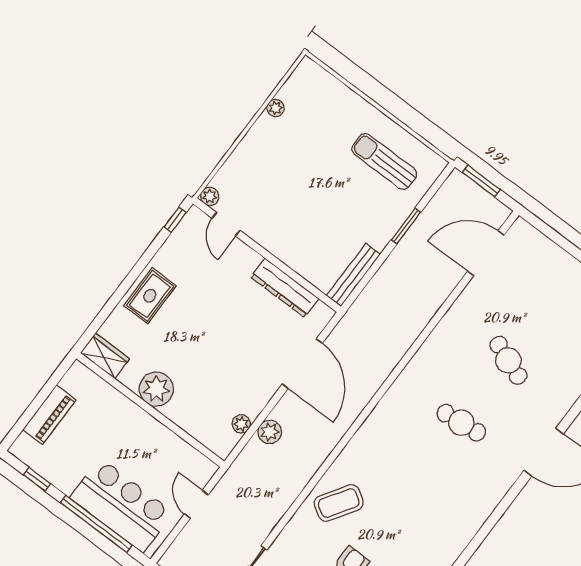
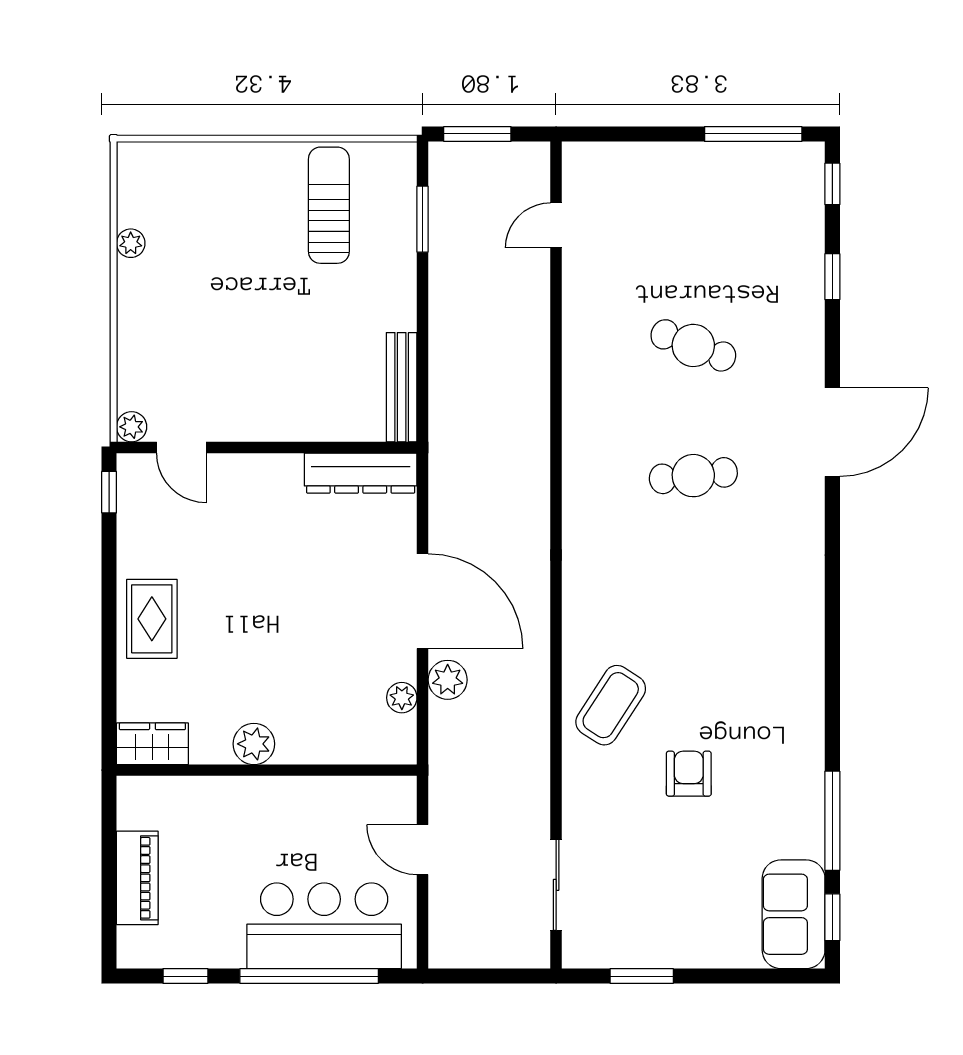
sun lounger: (384, 161) -> (329, 205), turned 90
window: (406, 226) -> (423, 219), moved
door: (486, 253) -> (556, 225), width x0.53
dresser: (285, 288) -> (361, 473), moved
door: (302, 364) -> (423, 601), moved
plant: (156, 389) -> (254, 744), width x0.73, depth x0.73

